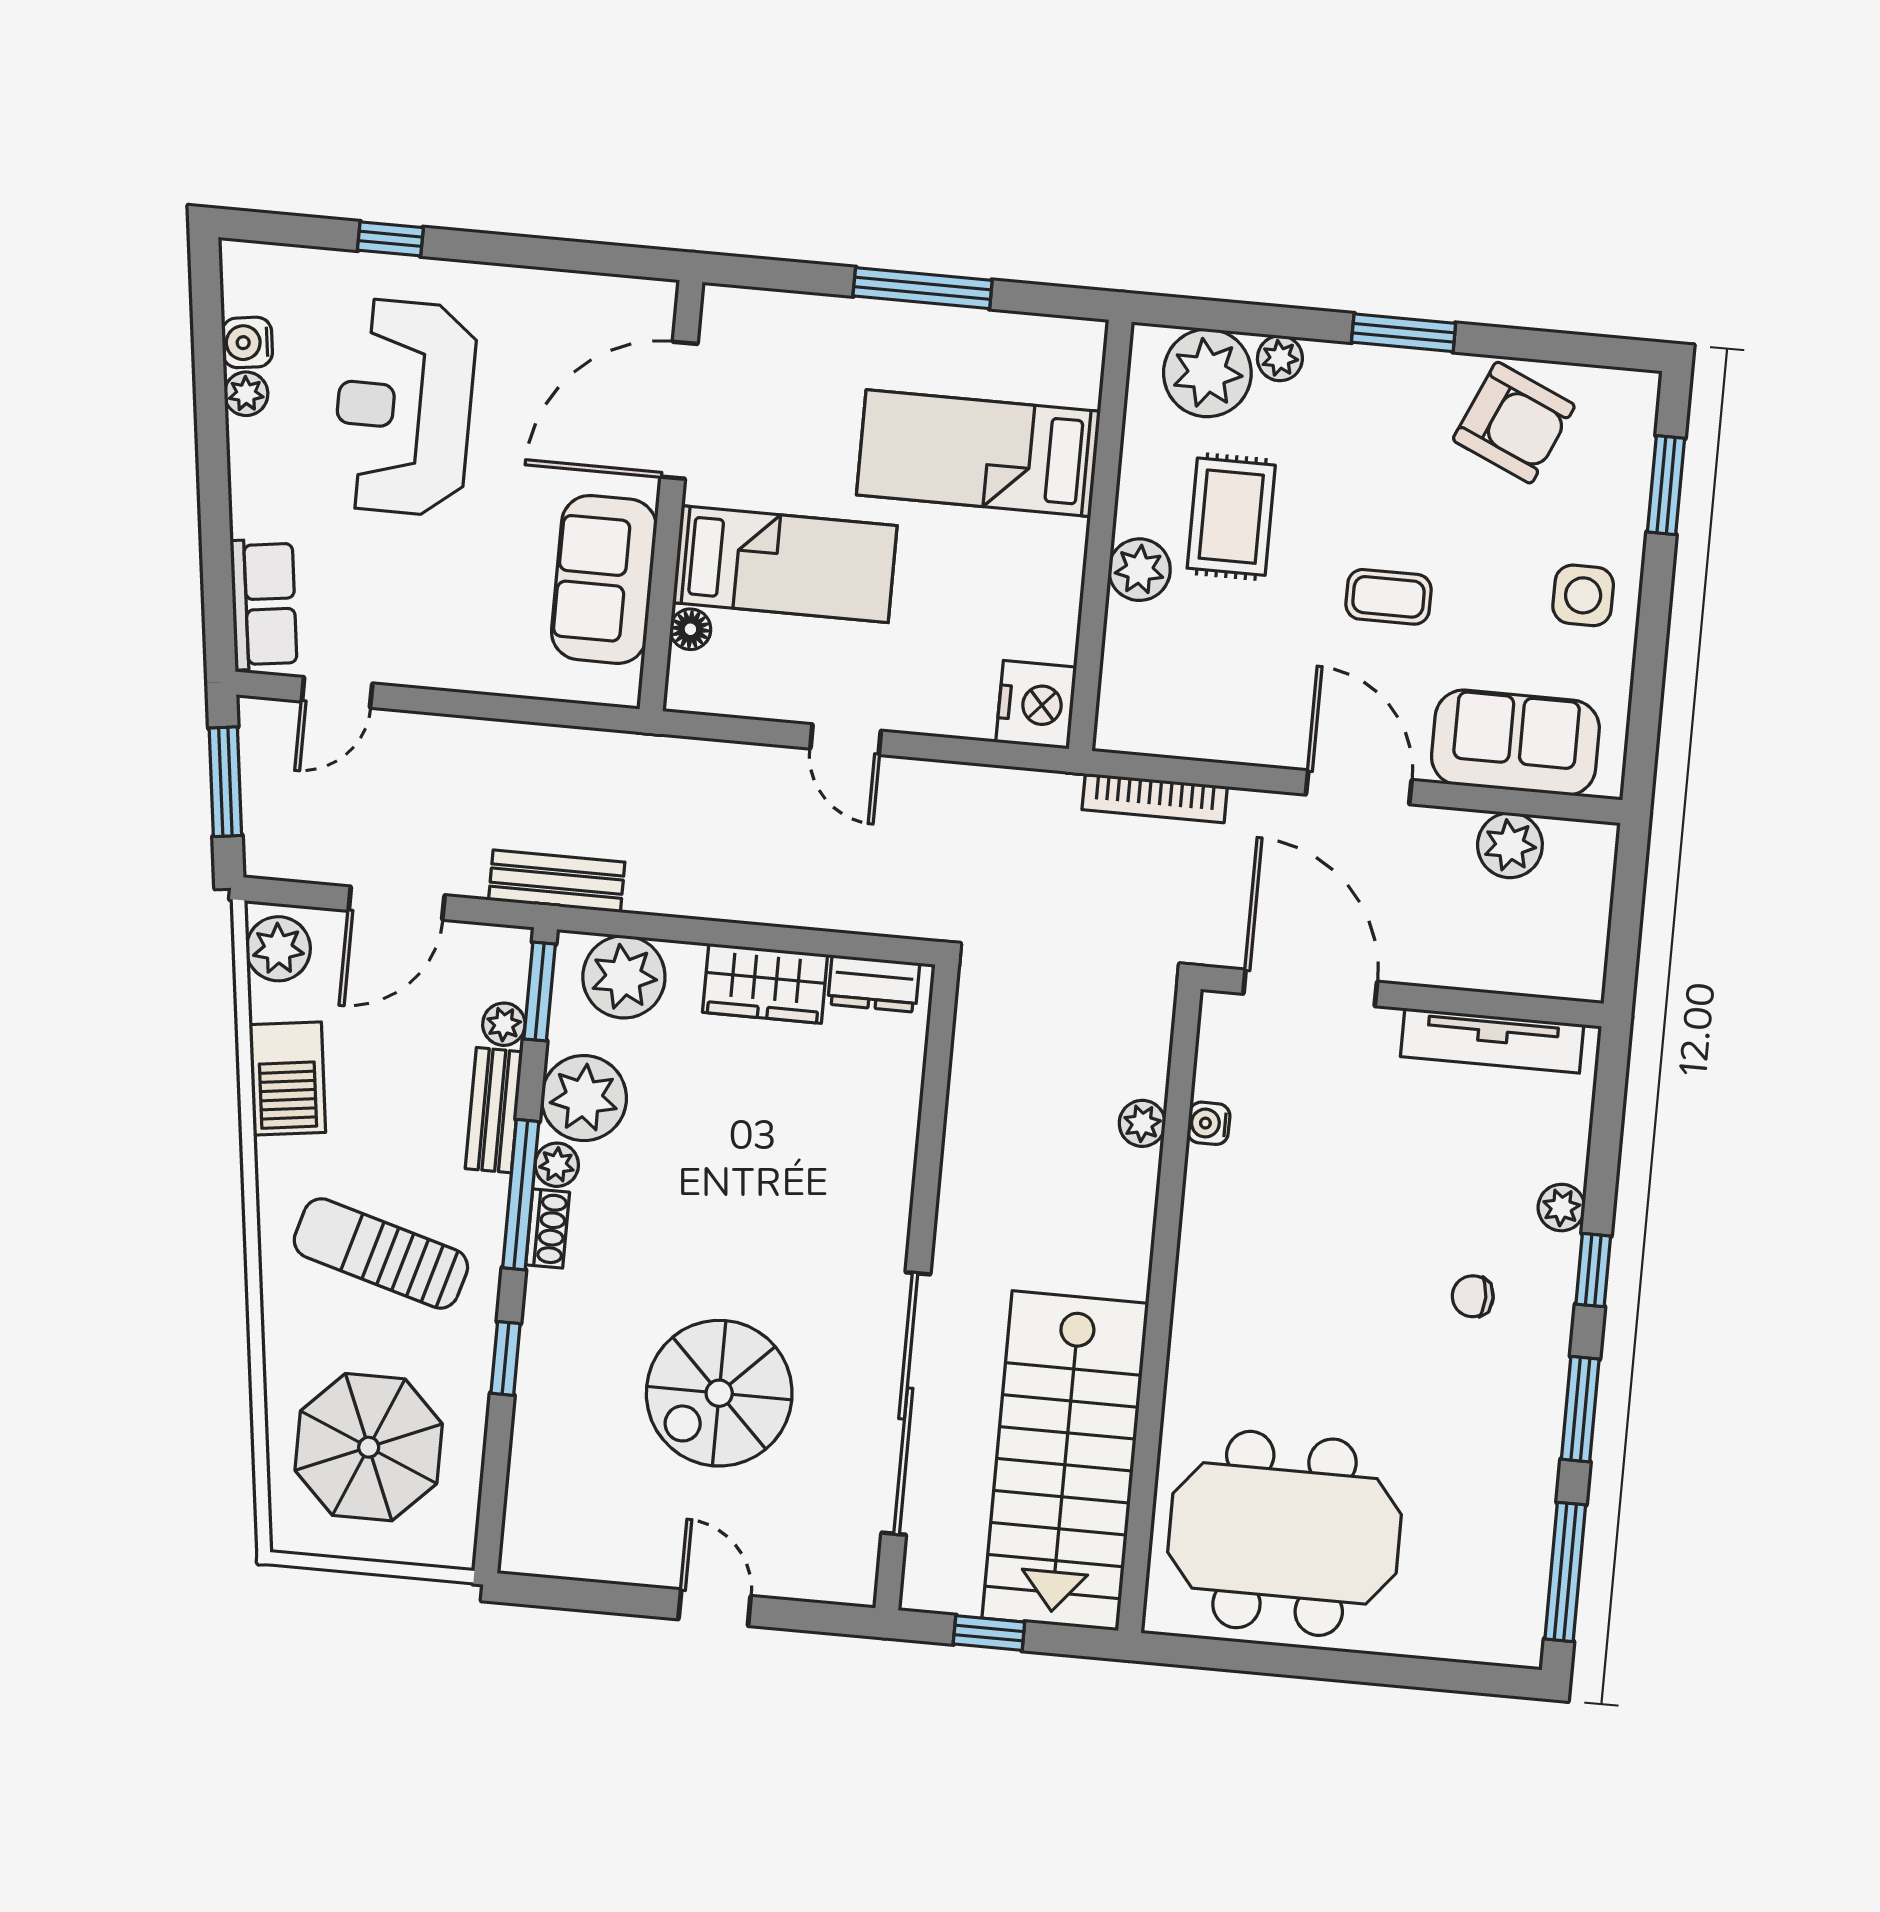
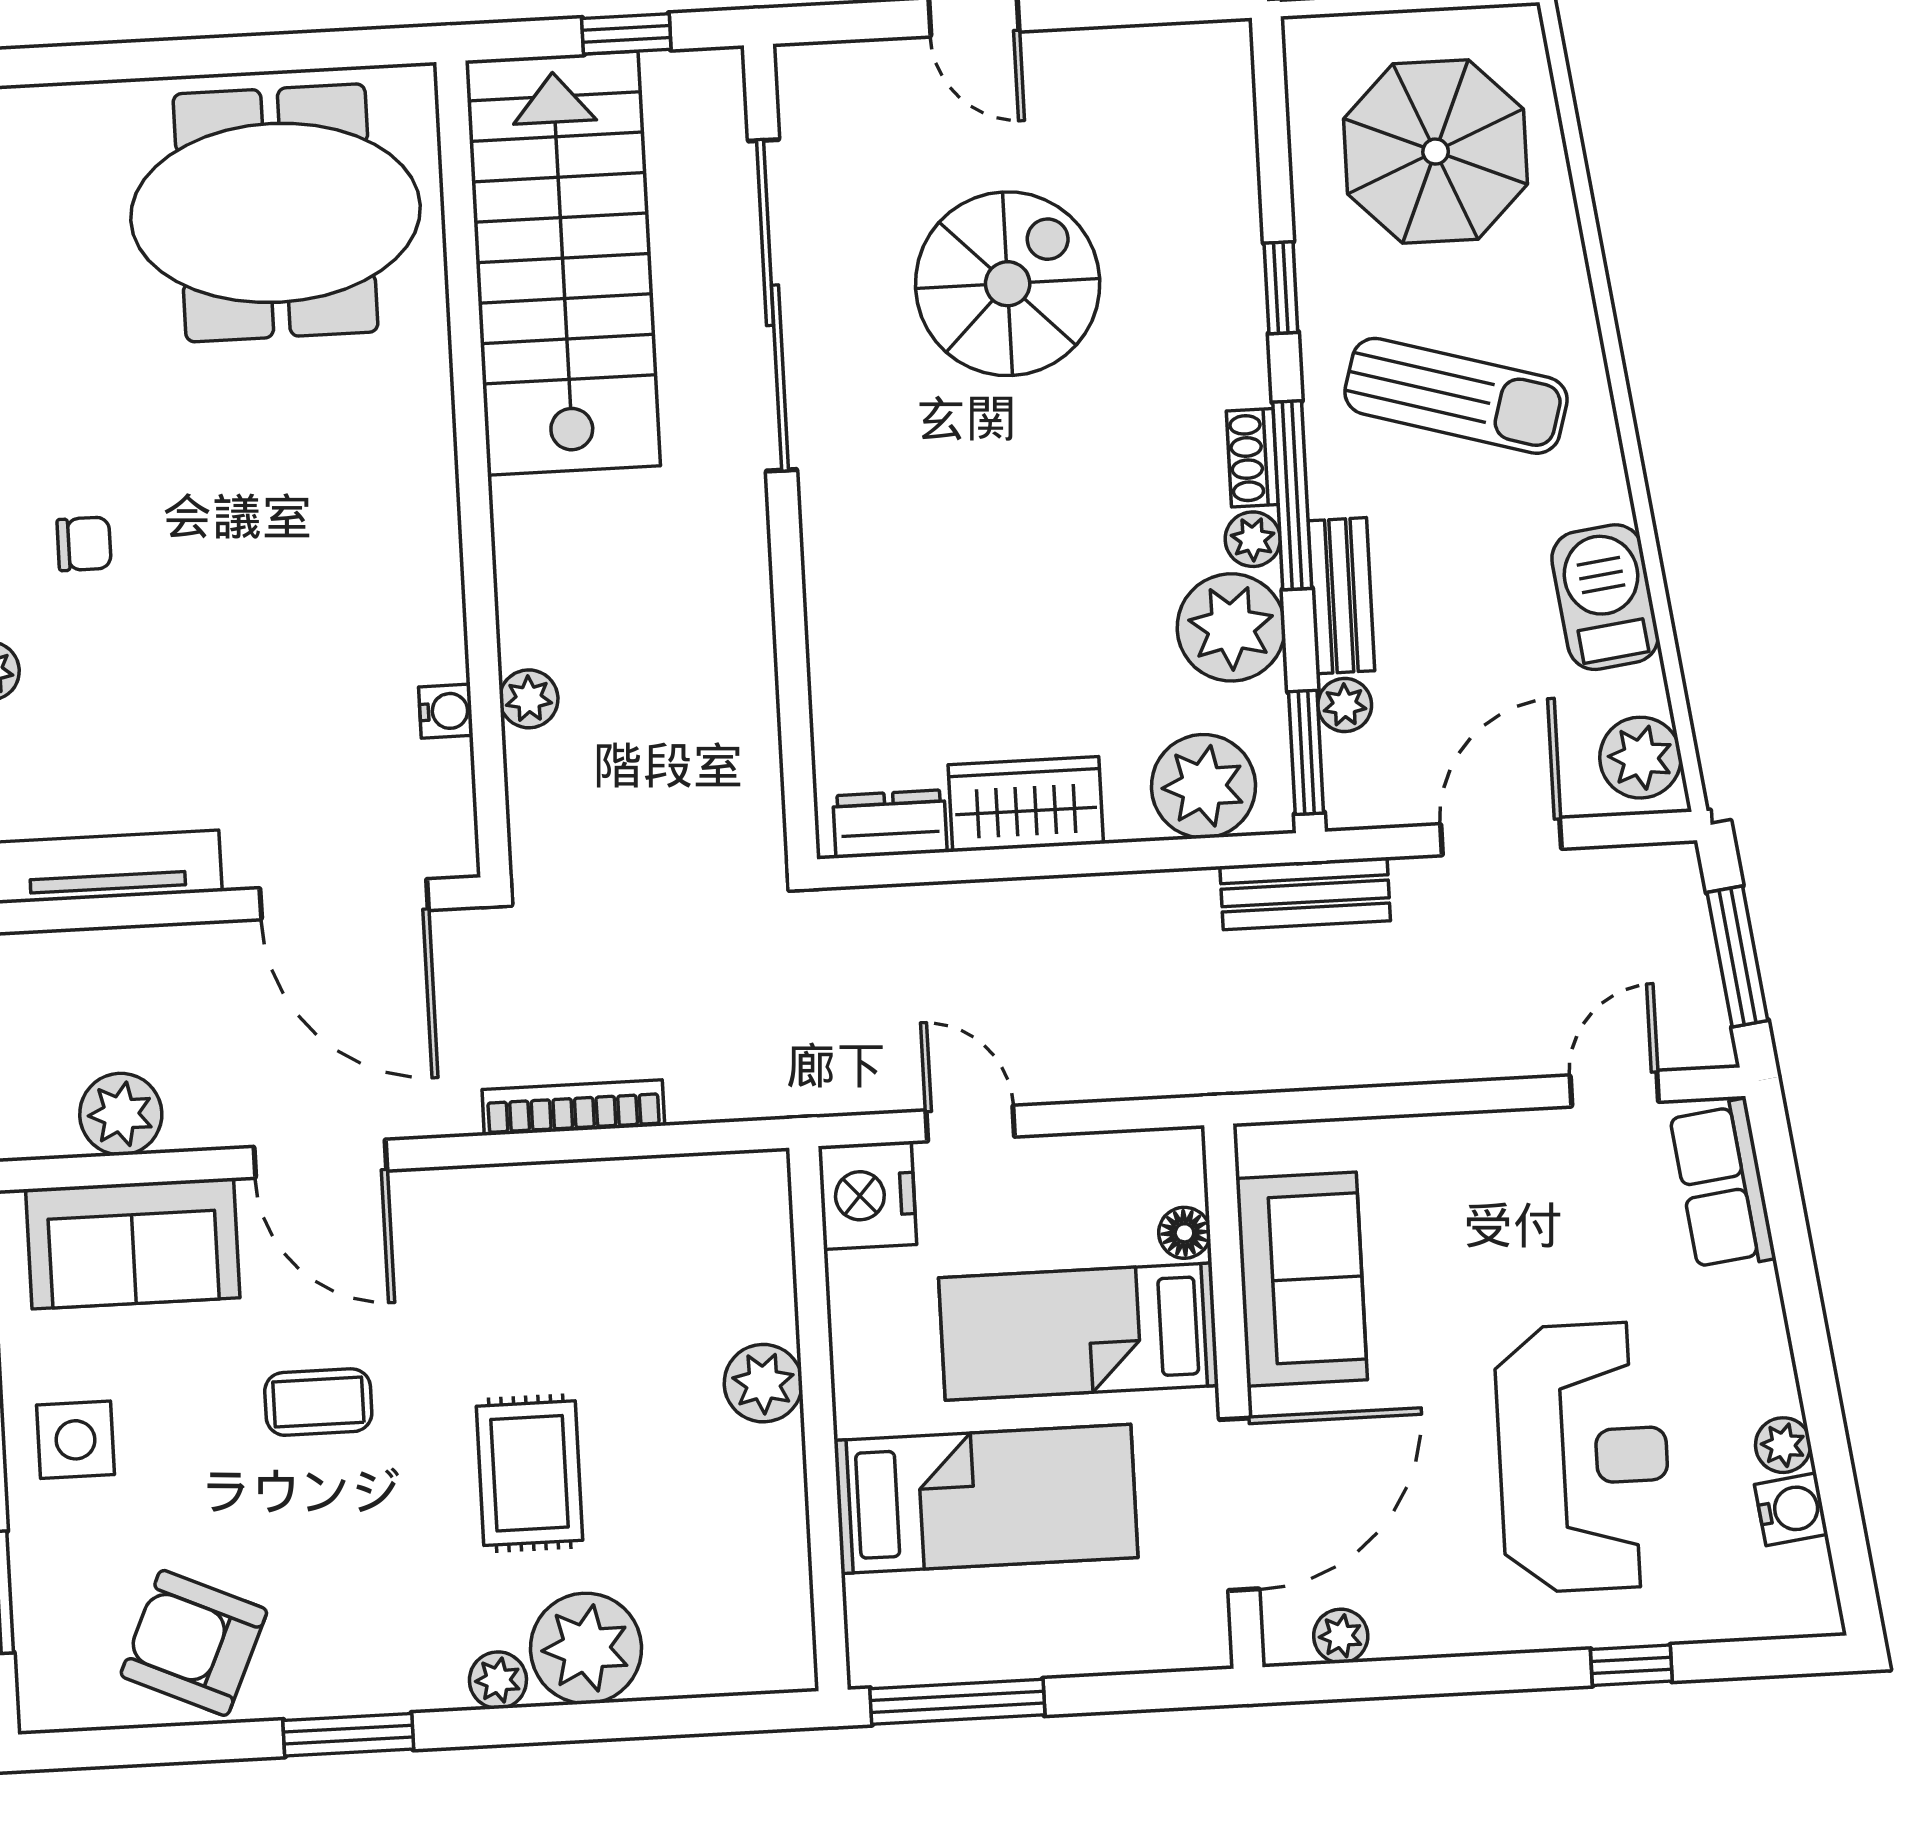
plant: (615, 295) -> (1341, 1636), added
bed: (978, 453) -> (986, 1499), moved
wall: (1100, 535) -> (818, 1419), moved
plant: (1139, 570) -> (763, 1383), moved
nightstand: (1036, 705) -> (867, 1195), moved

